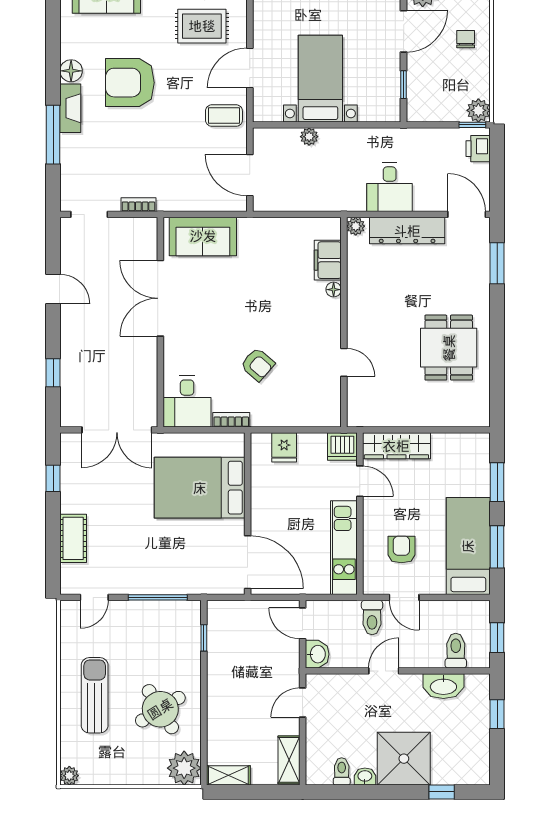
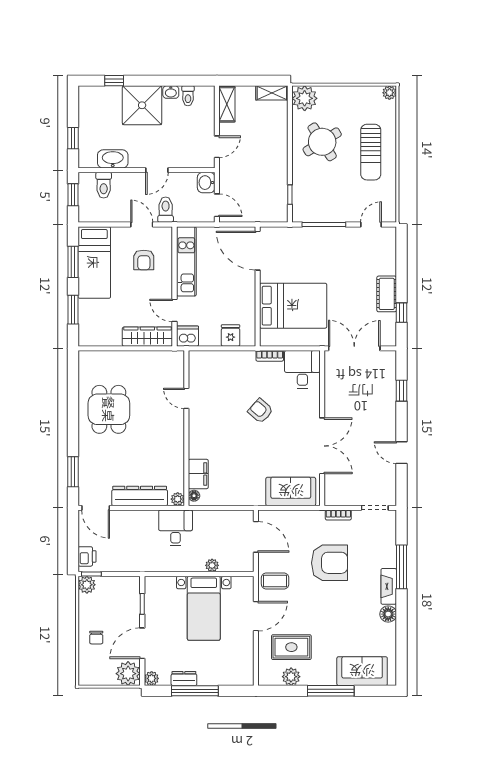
armchair: (130, 83) -> (330, 563), moved
desk: (390, 187) -> (176, 528), moved
floor lamp: (334, 290) -> (194, 496), moved
armchair: (258, 364) -> (260, 411), moved
cot: (73, 538) -> (387, 294), moved

